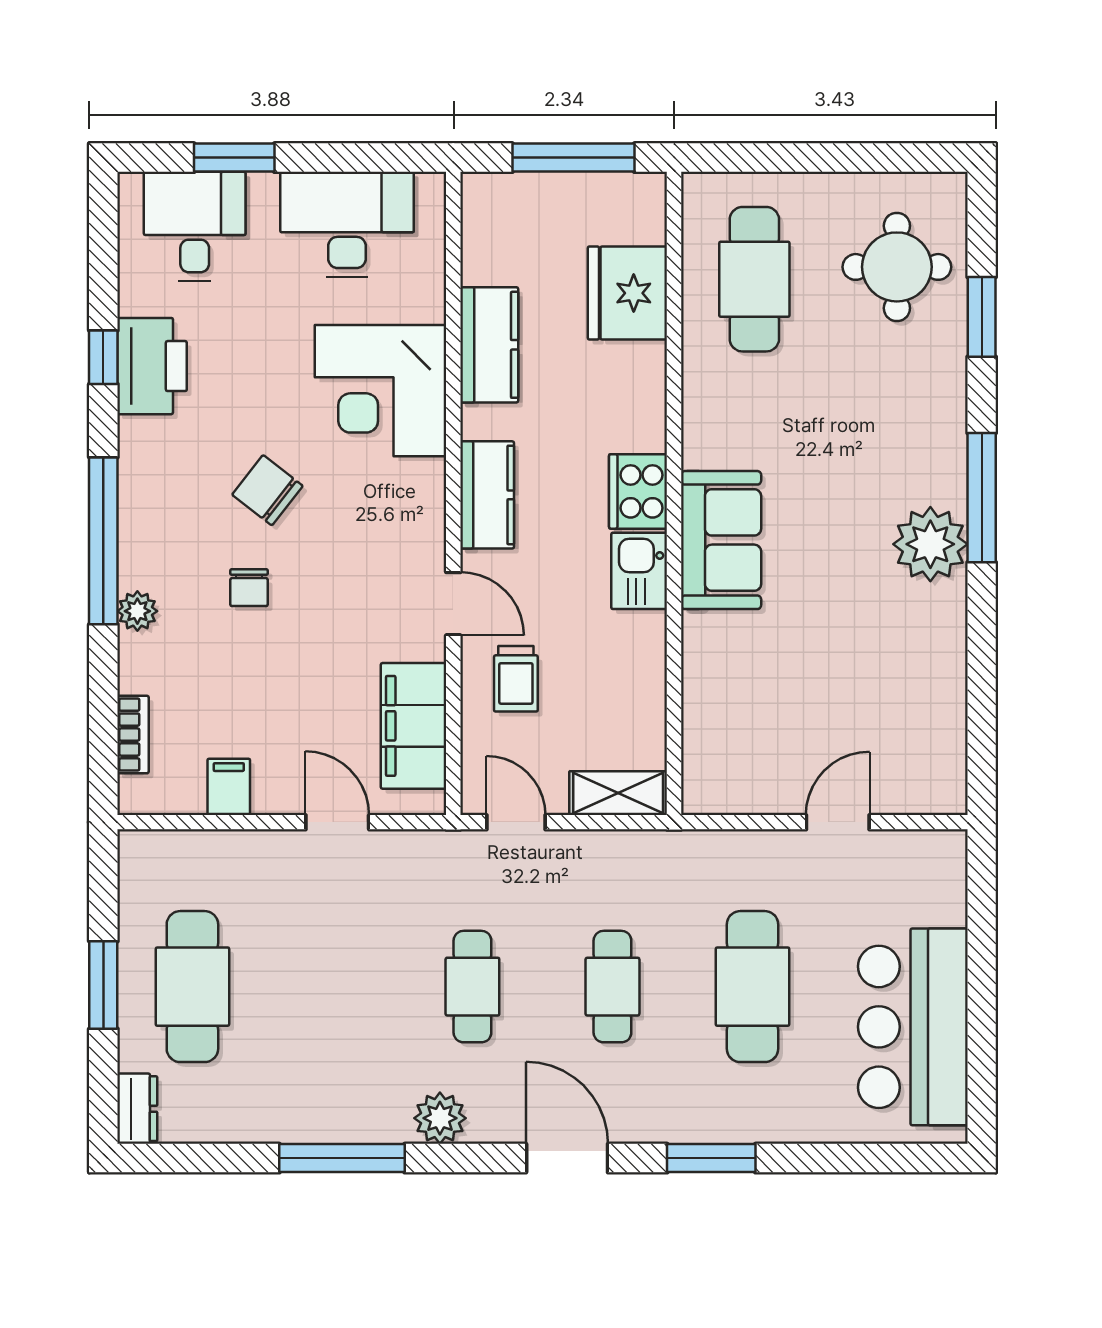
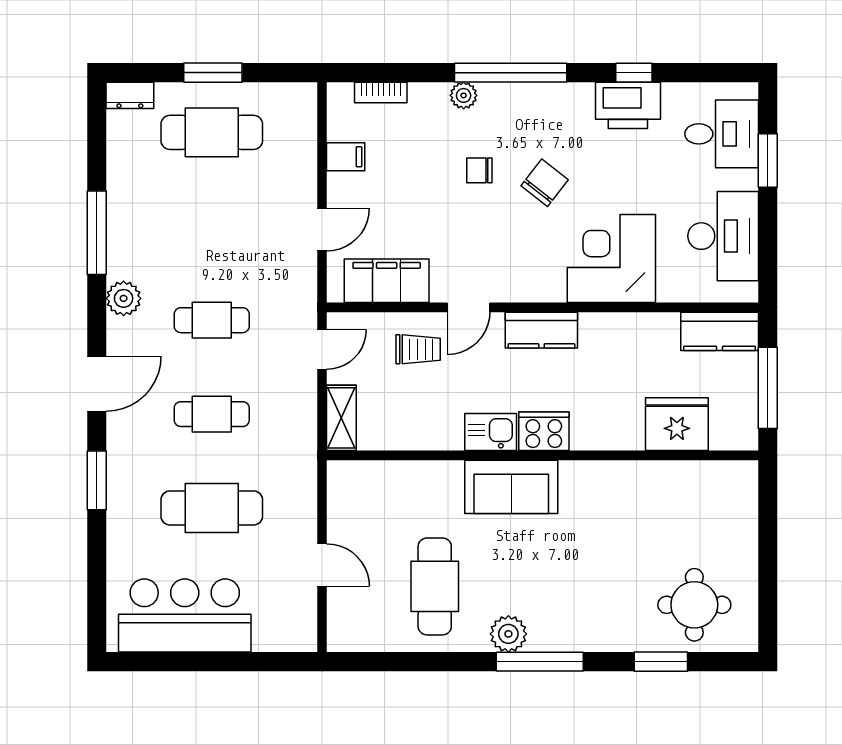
cafe table: (754, 279) -> (435, 586), moved, turned 90
kitchen counter: (489, 345) -> (720, 331), moved
plant: (930, 544) -> (508, 634), width x0.73, depth x0.73
trolley: (516, 679) -> (418, 349), turned 180

